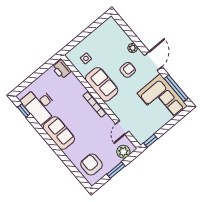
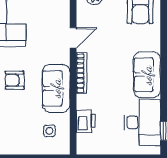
printer: (62, 69) -> (86, 121), moved
door: (122, 128) -> (73, 38), moved

